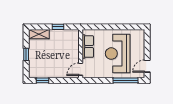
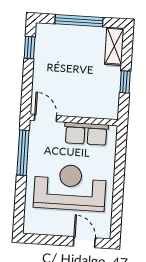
window: (26, 54) -> (79, 21), width x2.17
door: (147, 66) -> (84, 242), moved
window: (125, 80) -> (23, 153), moved

